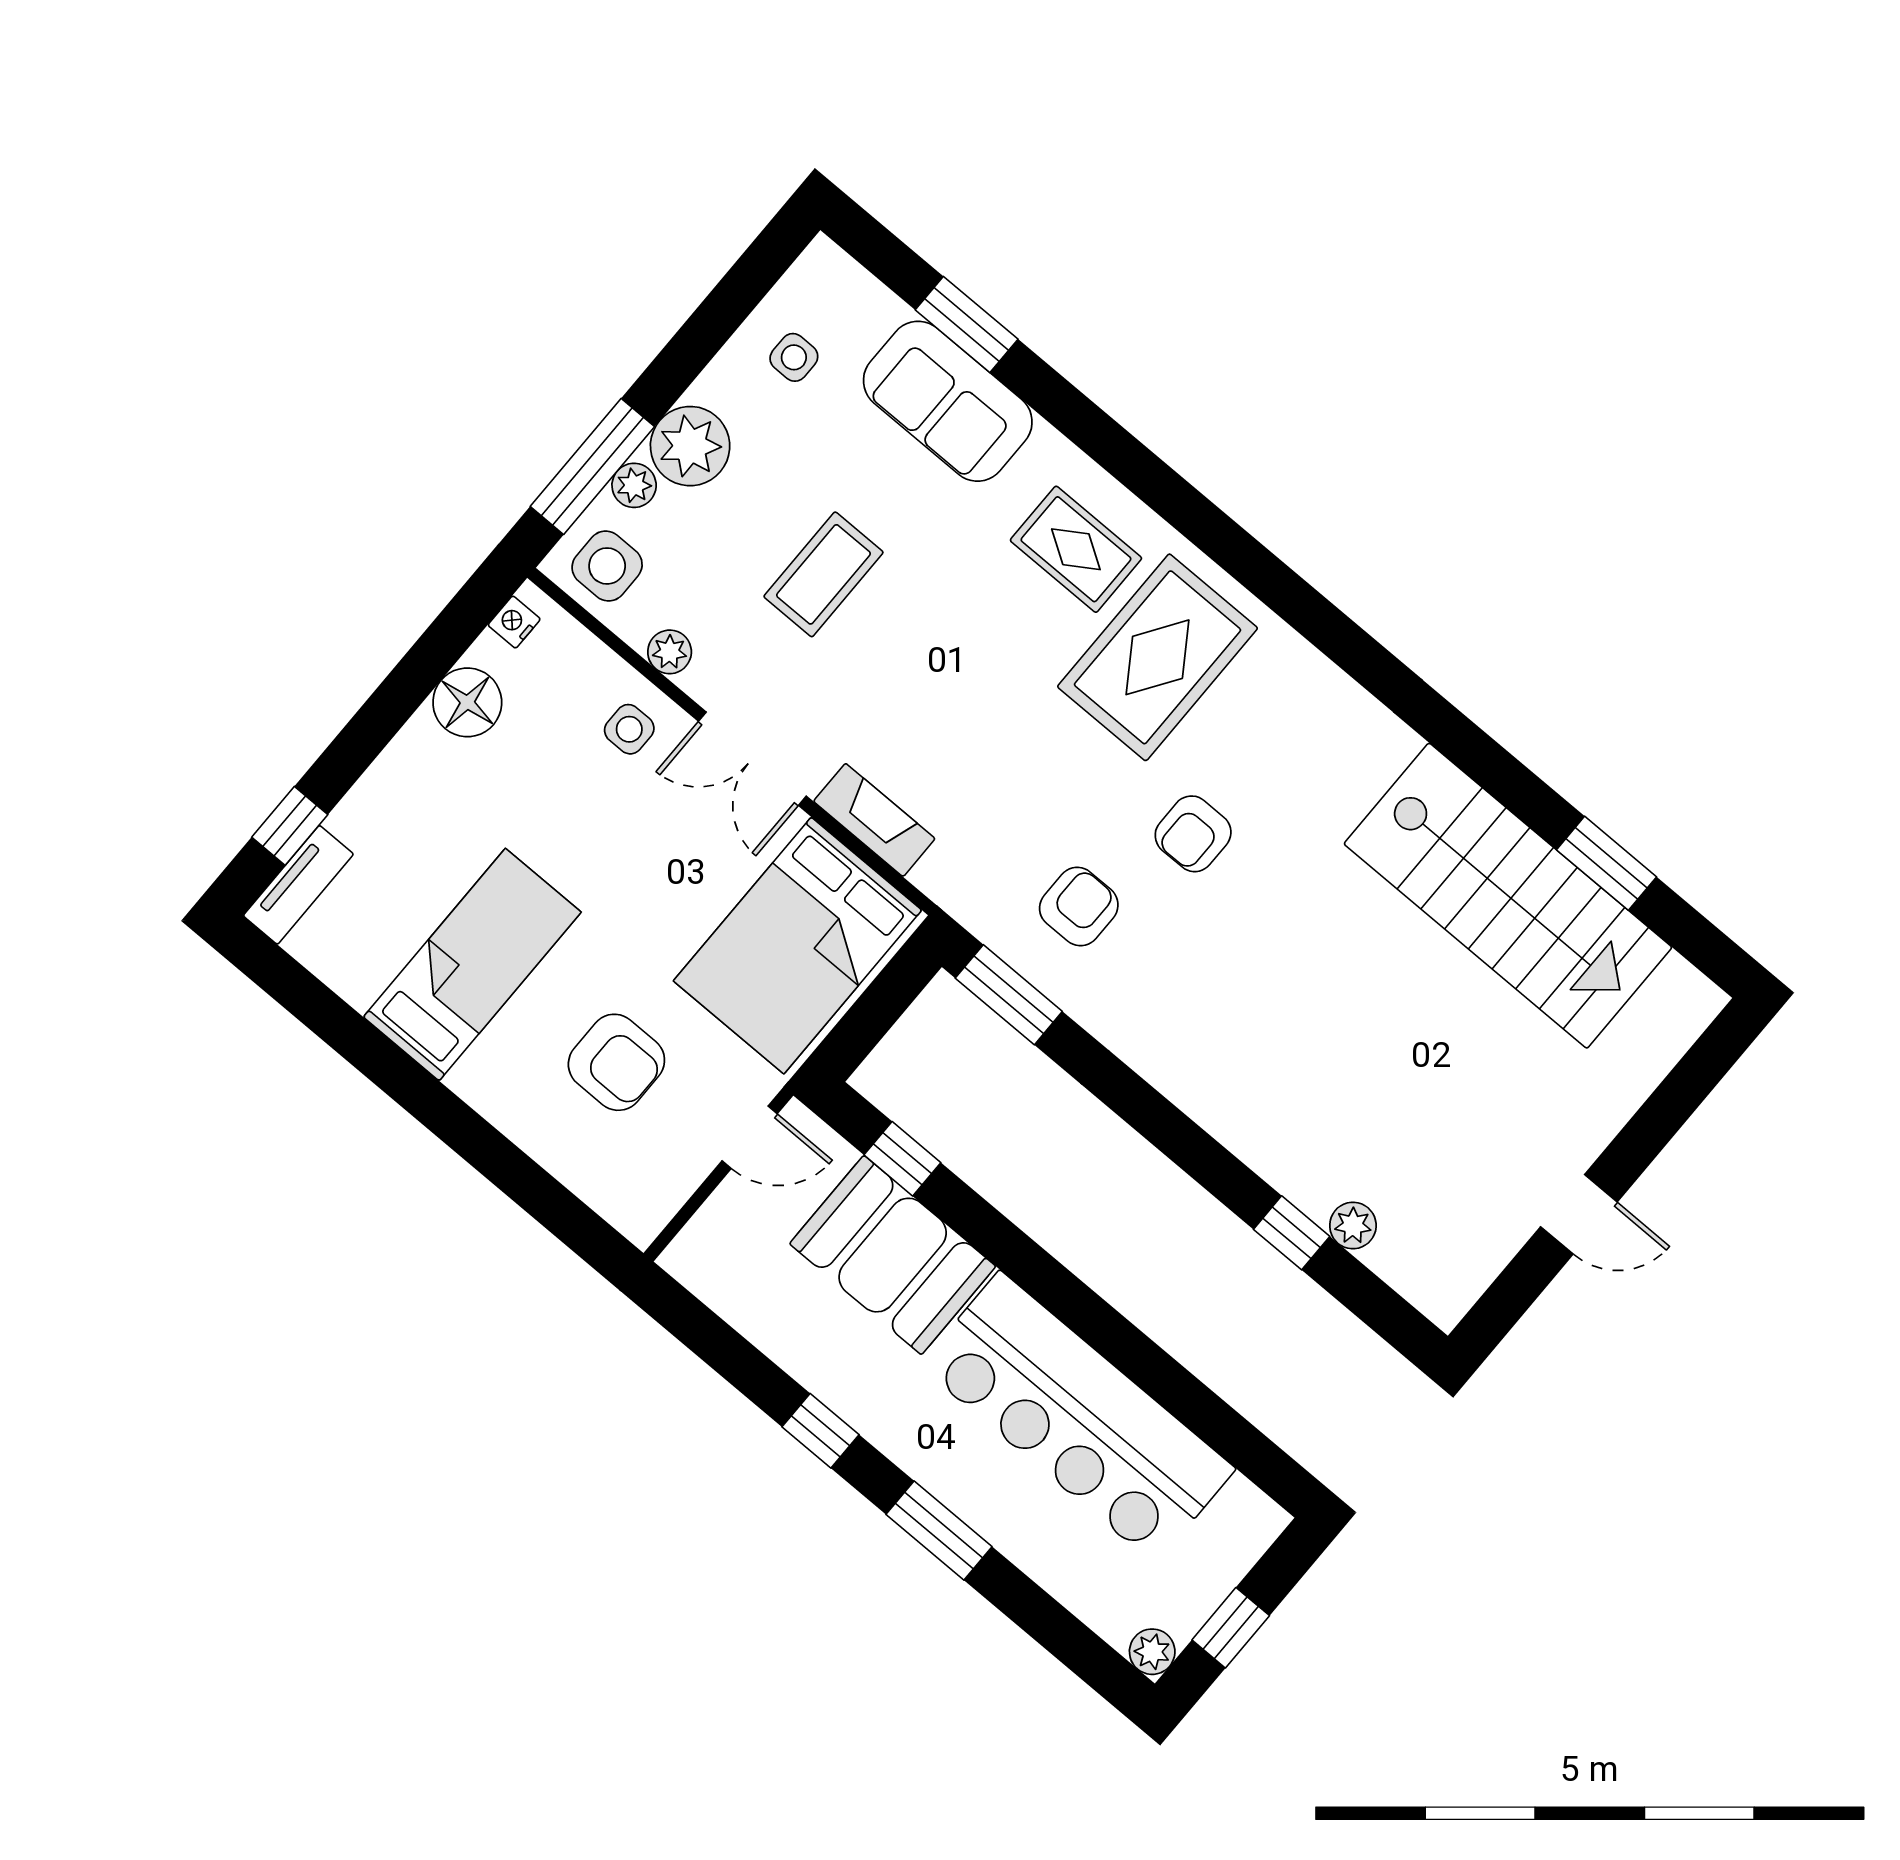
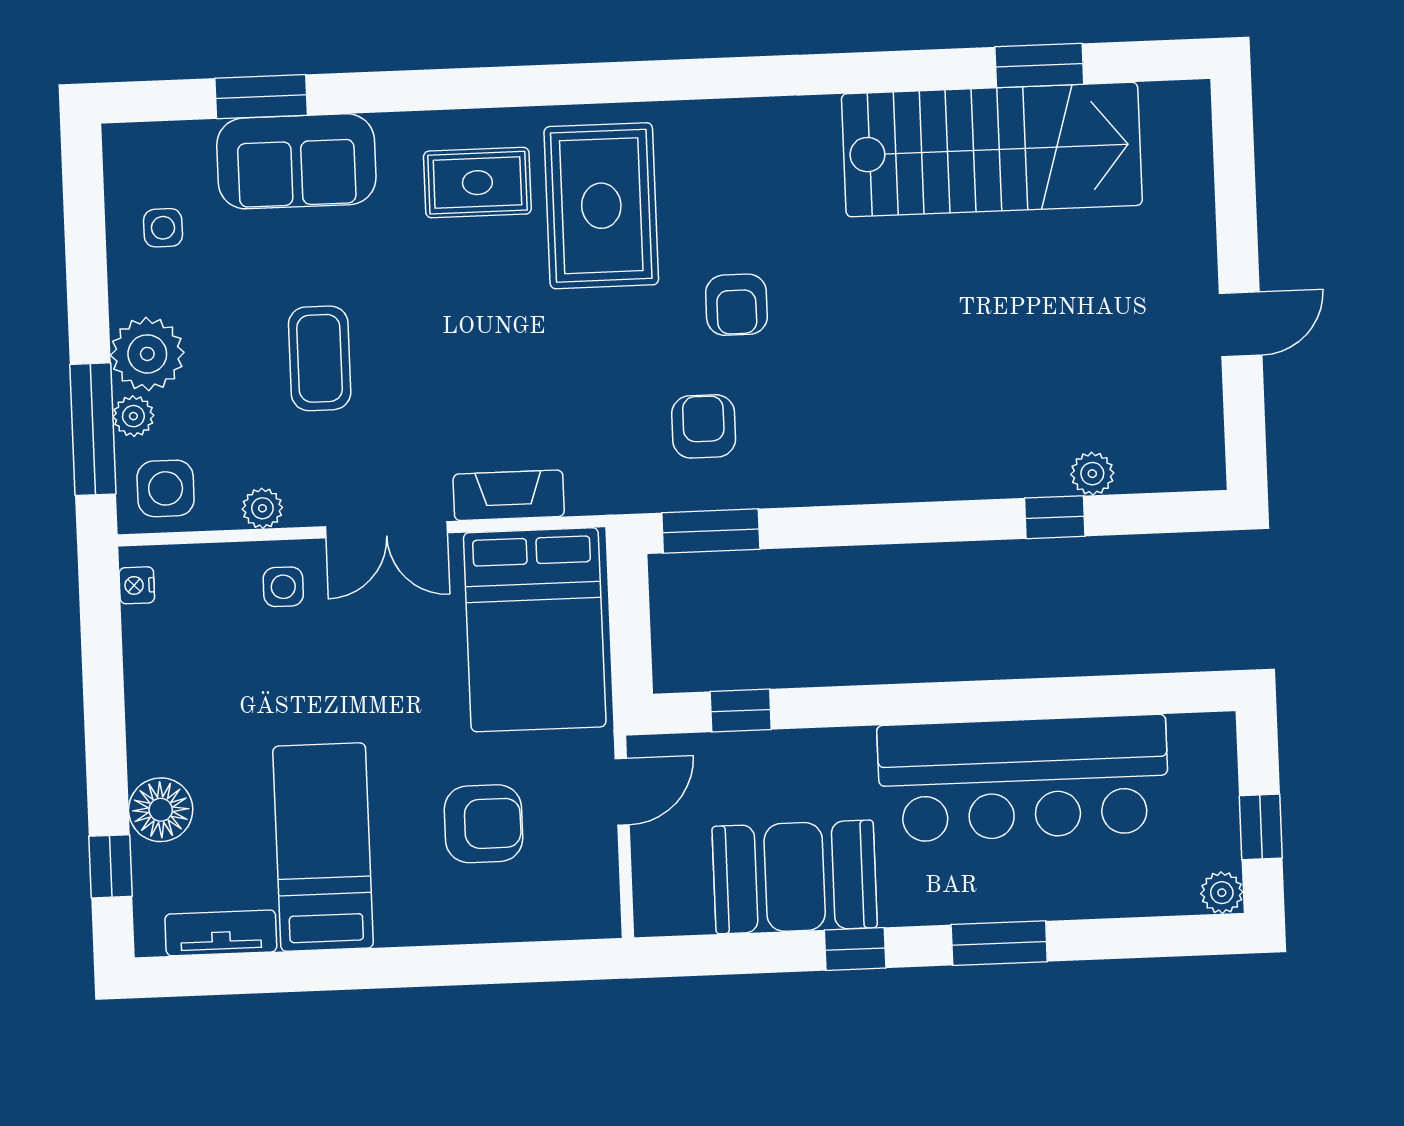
floor lamp: (467, 702) -> (161, 810), moved
tv unit: (298, 885) -> (221, 933), moved, turned -90
booth: (893, 1255) -> (795, 877), moved

